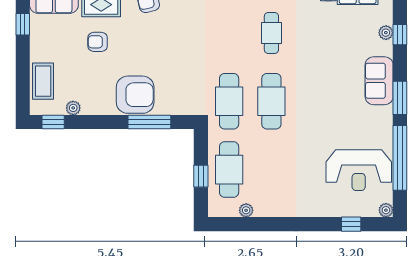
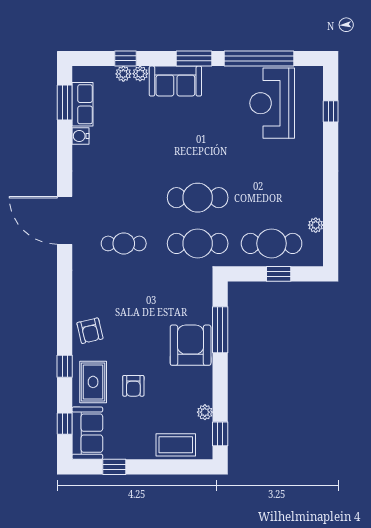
cafe table: (271, 33) -> (124, 243), moved
reception desk: (359, 170) -> (272, 103), turned 180
plant: (386, 210) -> (140, 74), moved

